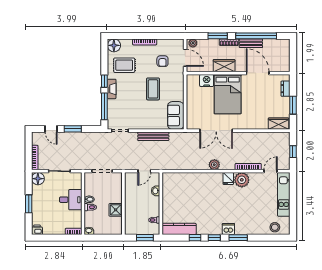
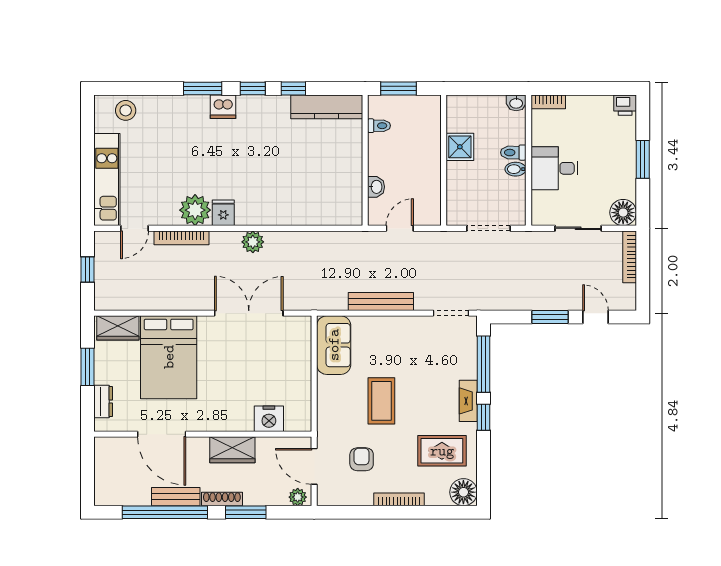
bed: (228, 94) -> (169, 357), moved, turned 180

